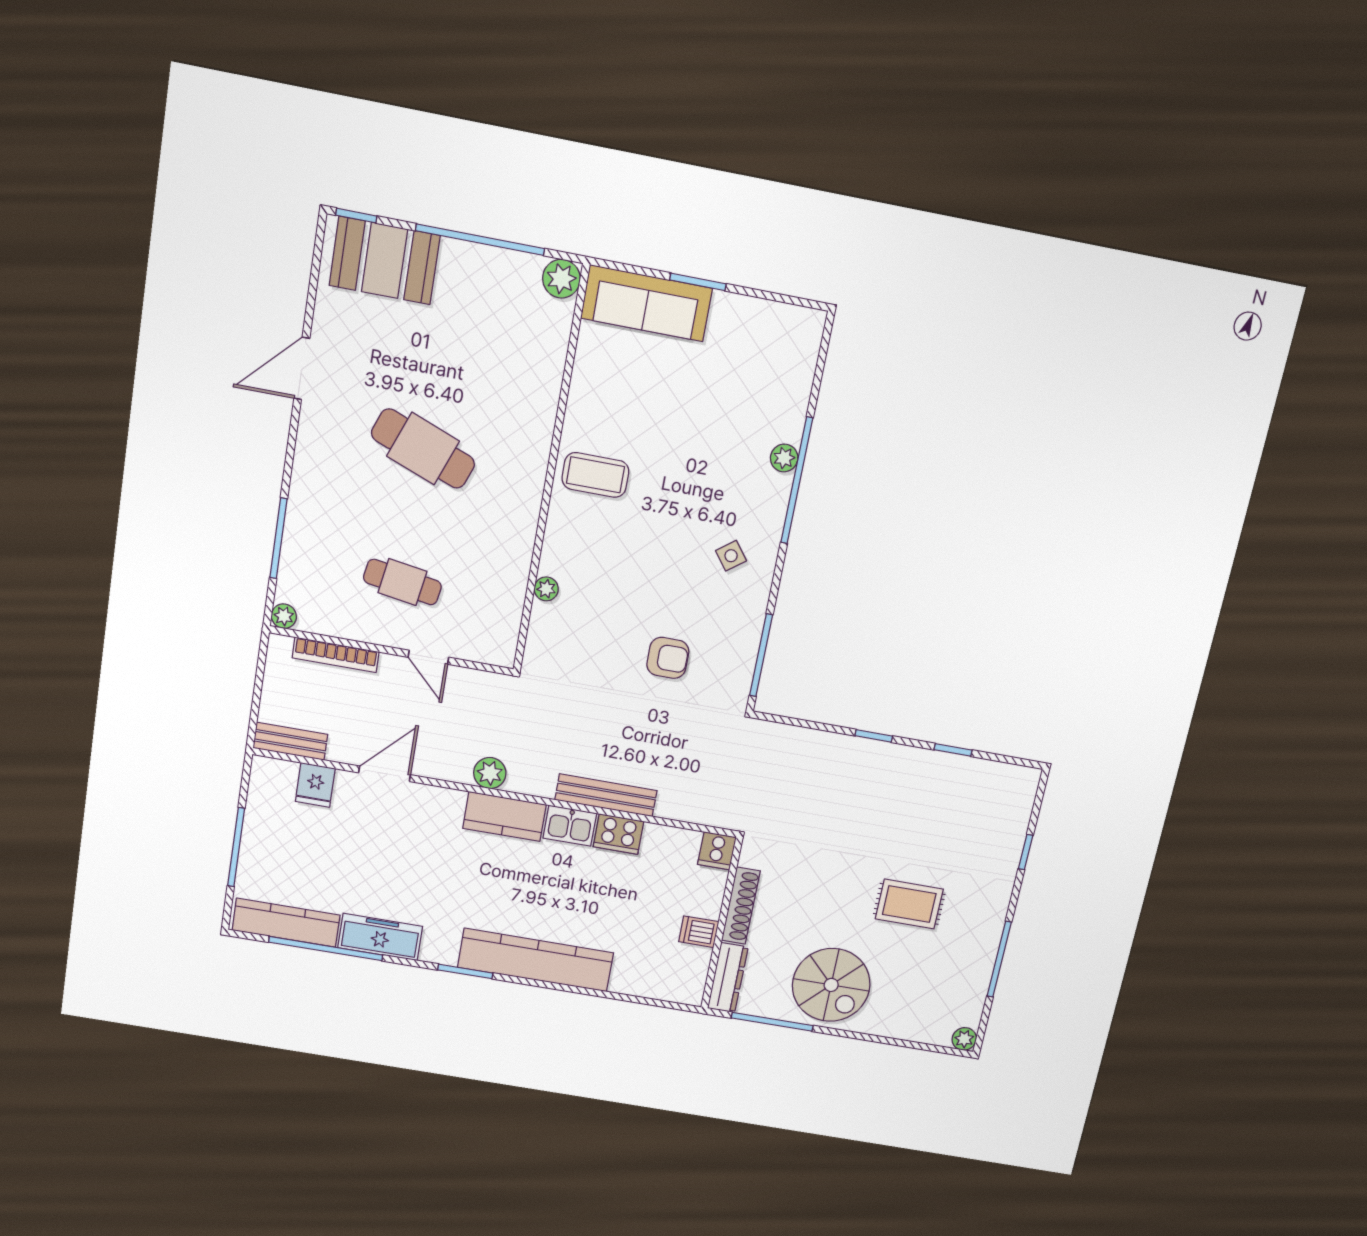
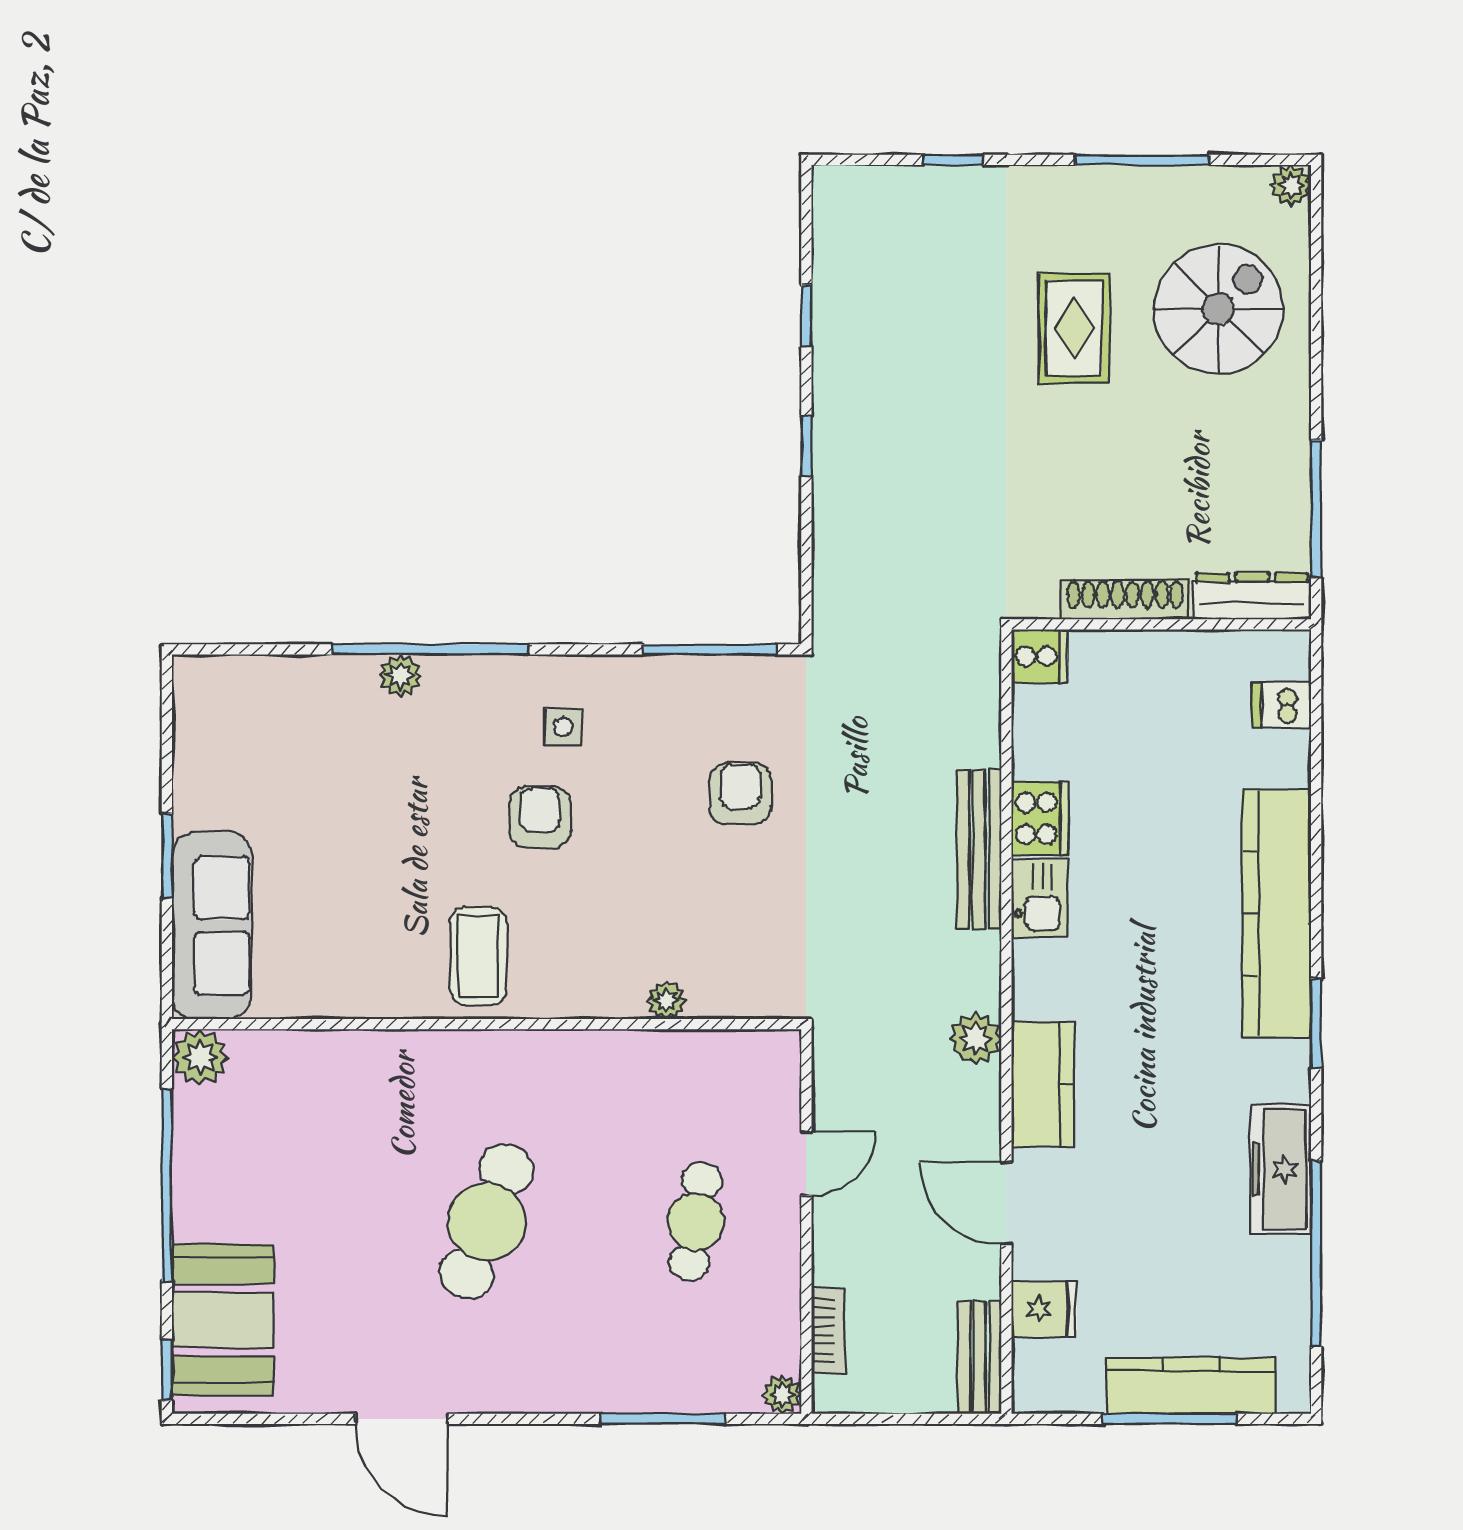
armchair: (677, 531) -> (540, 817), added
side table: (731, 556) -> (563, 727), turned 37
bookcase: (336, 655) -> (828, 1331), width x0.64
kitchen counter: (505, 816) -> (1043, 1084), moved
kitchen counter: (286, 923) -> (1191, 1386), moved, turned 90
dishwasher: (699, 932) -> (1282, 705), moved, turned 90
spiral stairs: (831, 985) -> (1218, 309), moved

